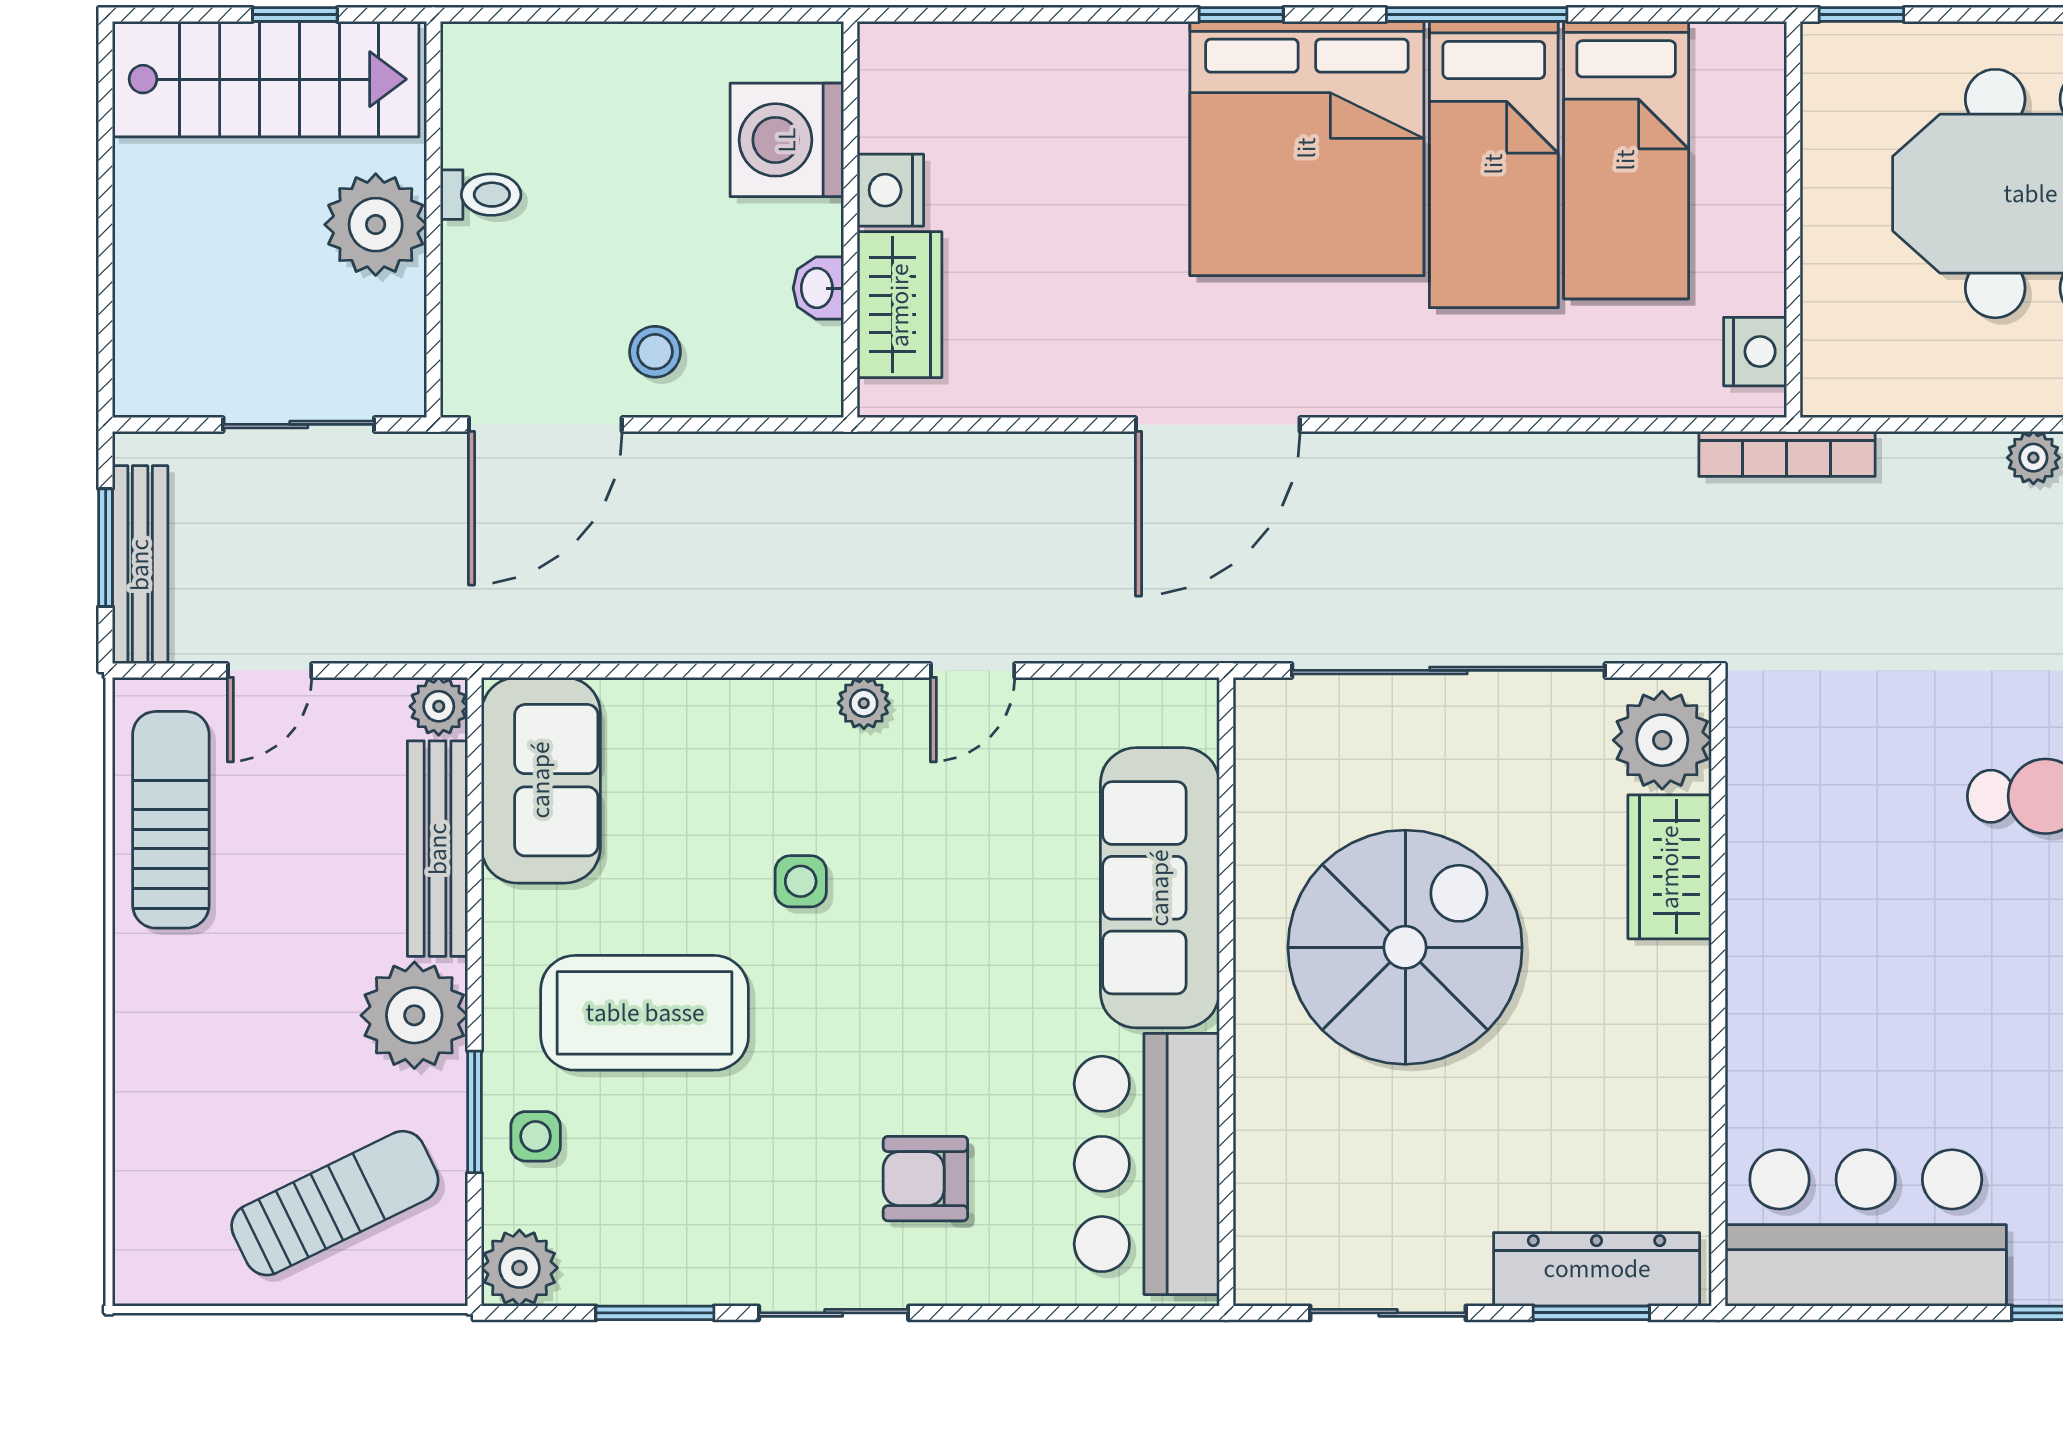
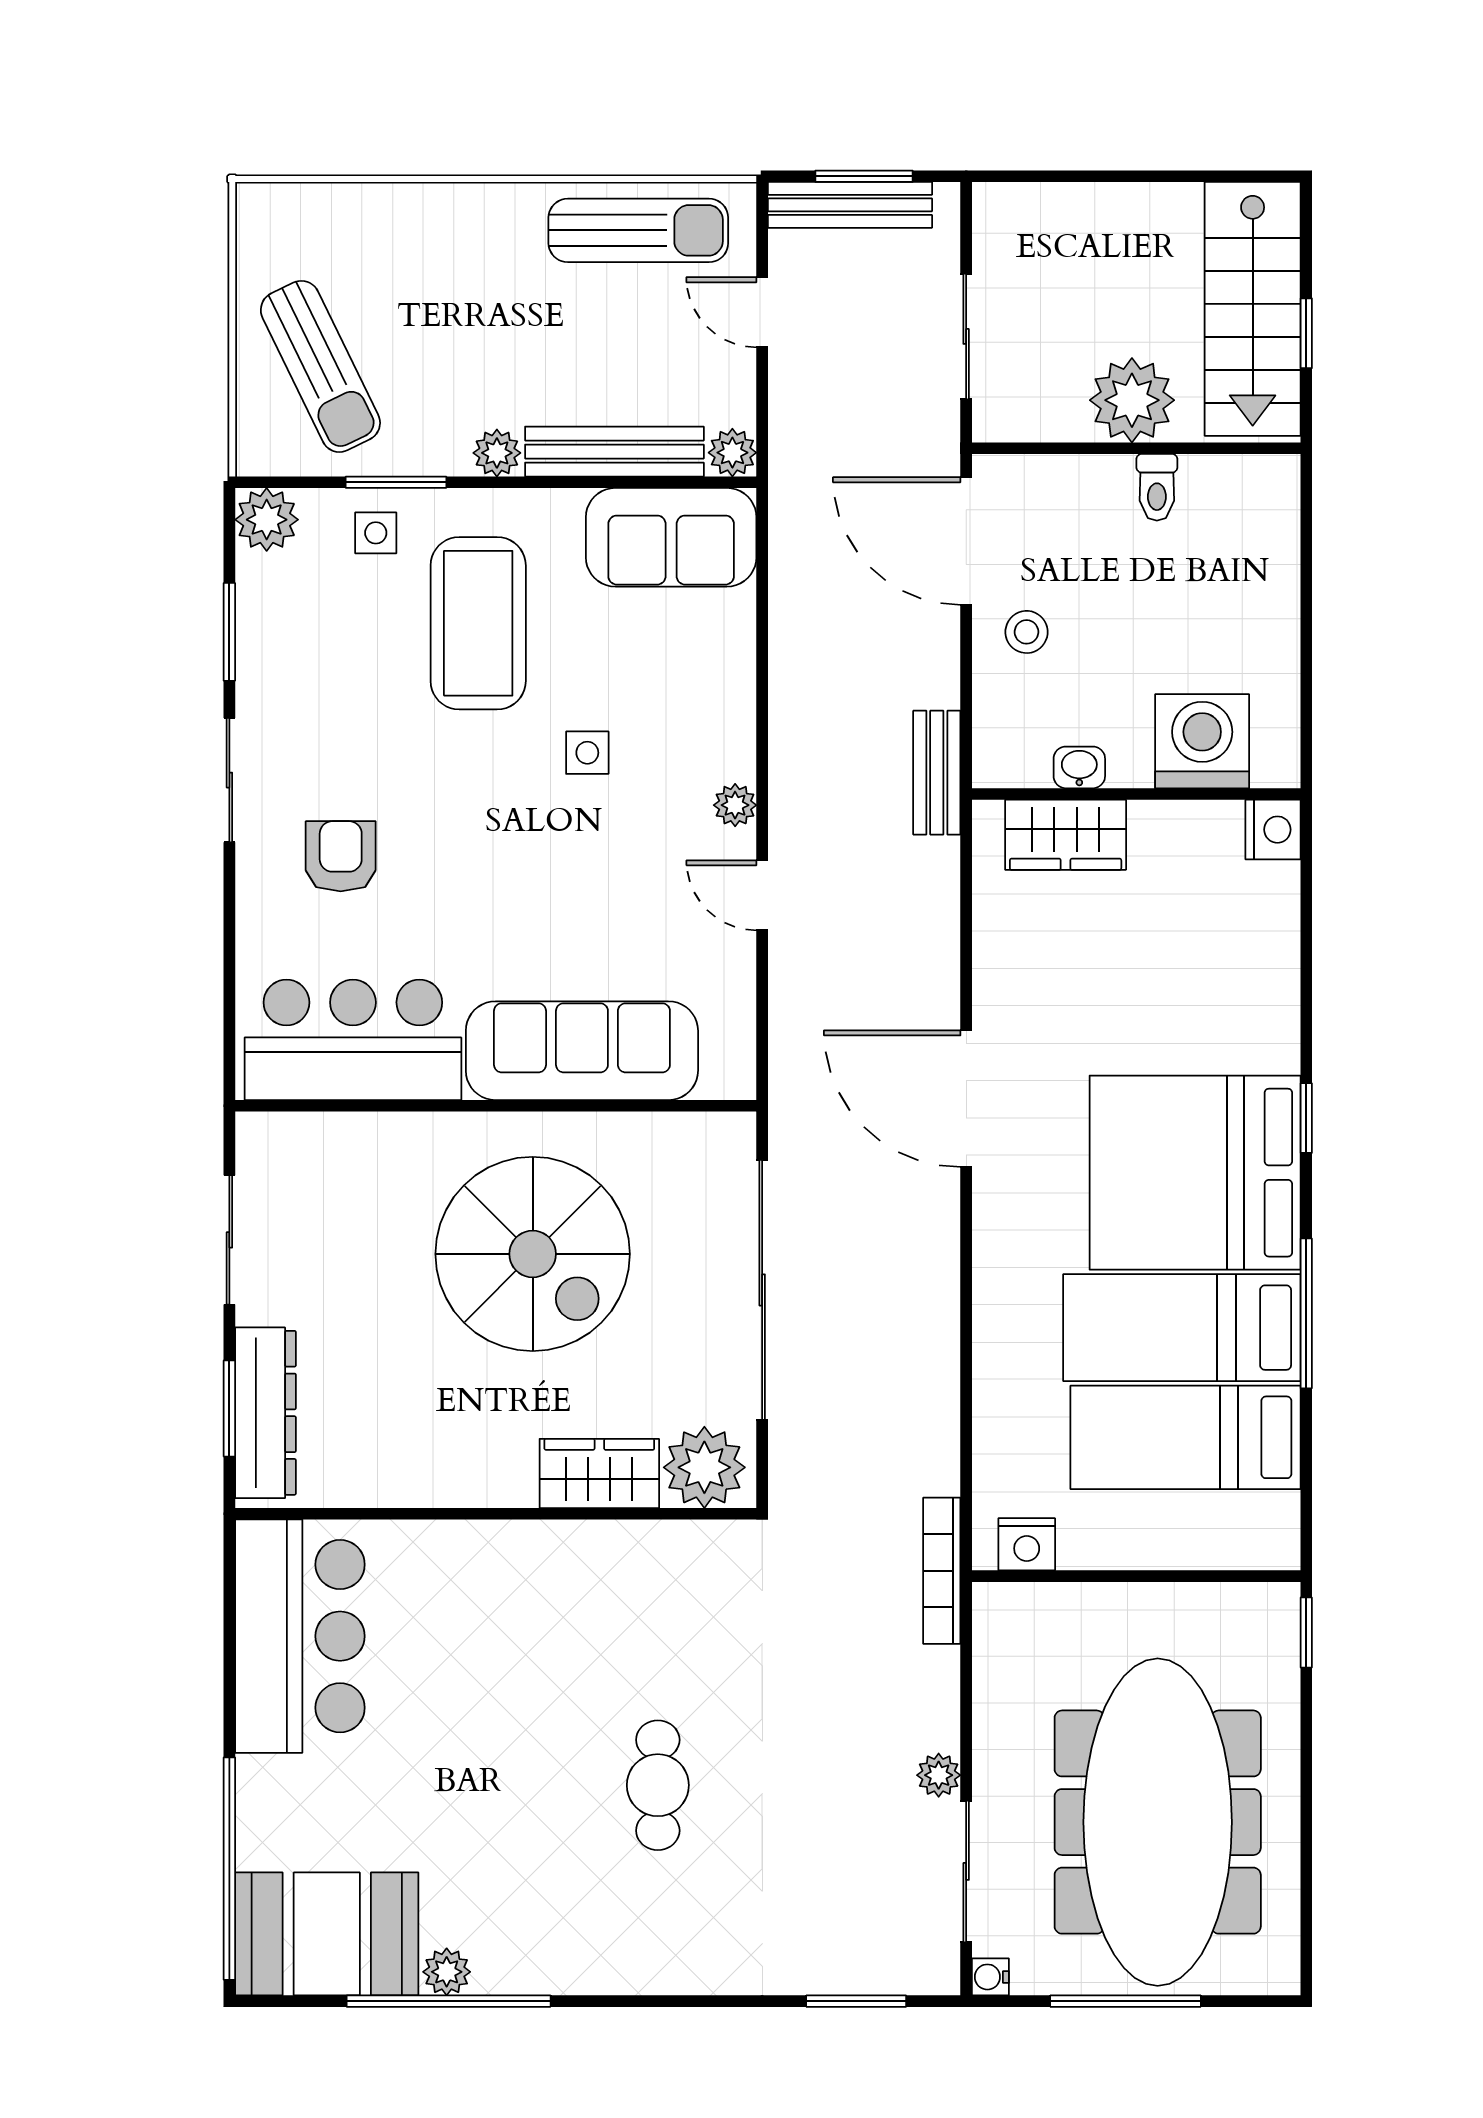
nightstand: (890, 190) -> (1273, 830), moved, turned 90
bench: (825, 460) -> (937, 773), added
plant: (414, 1015) -> (497, 453), width x0.53, depth x0.53

